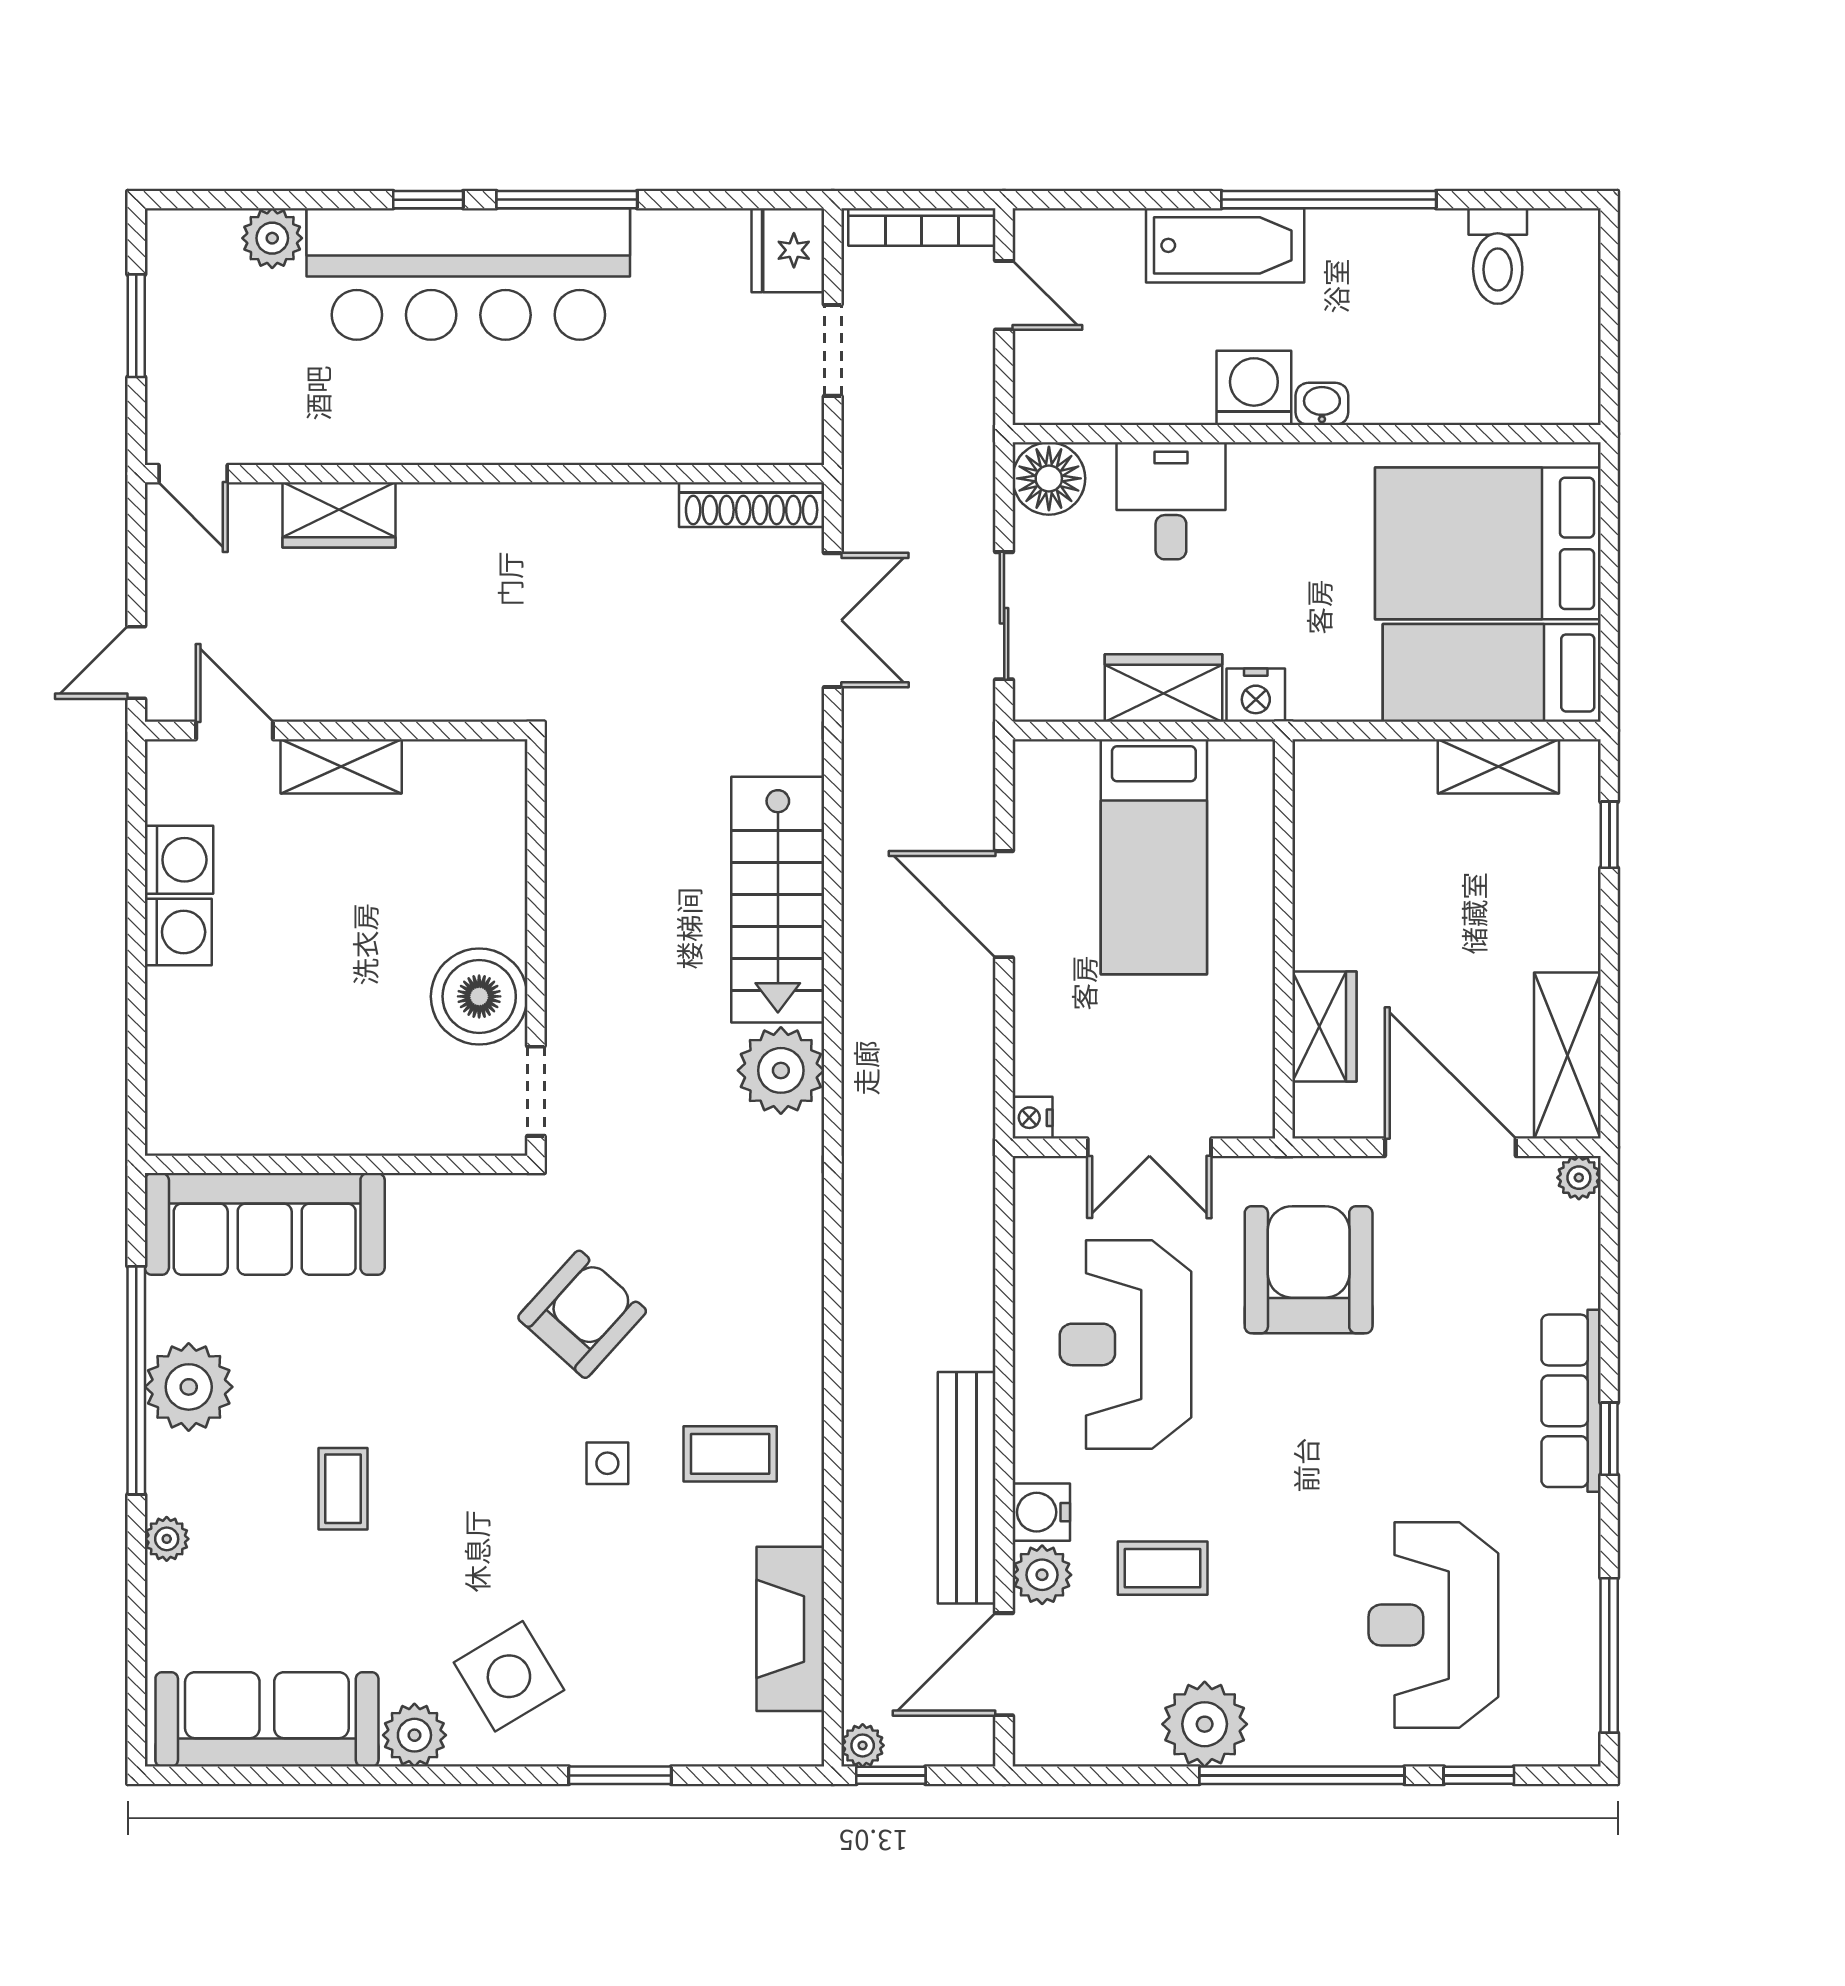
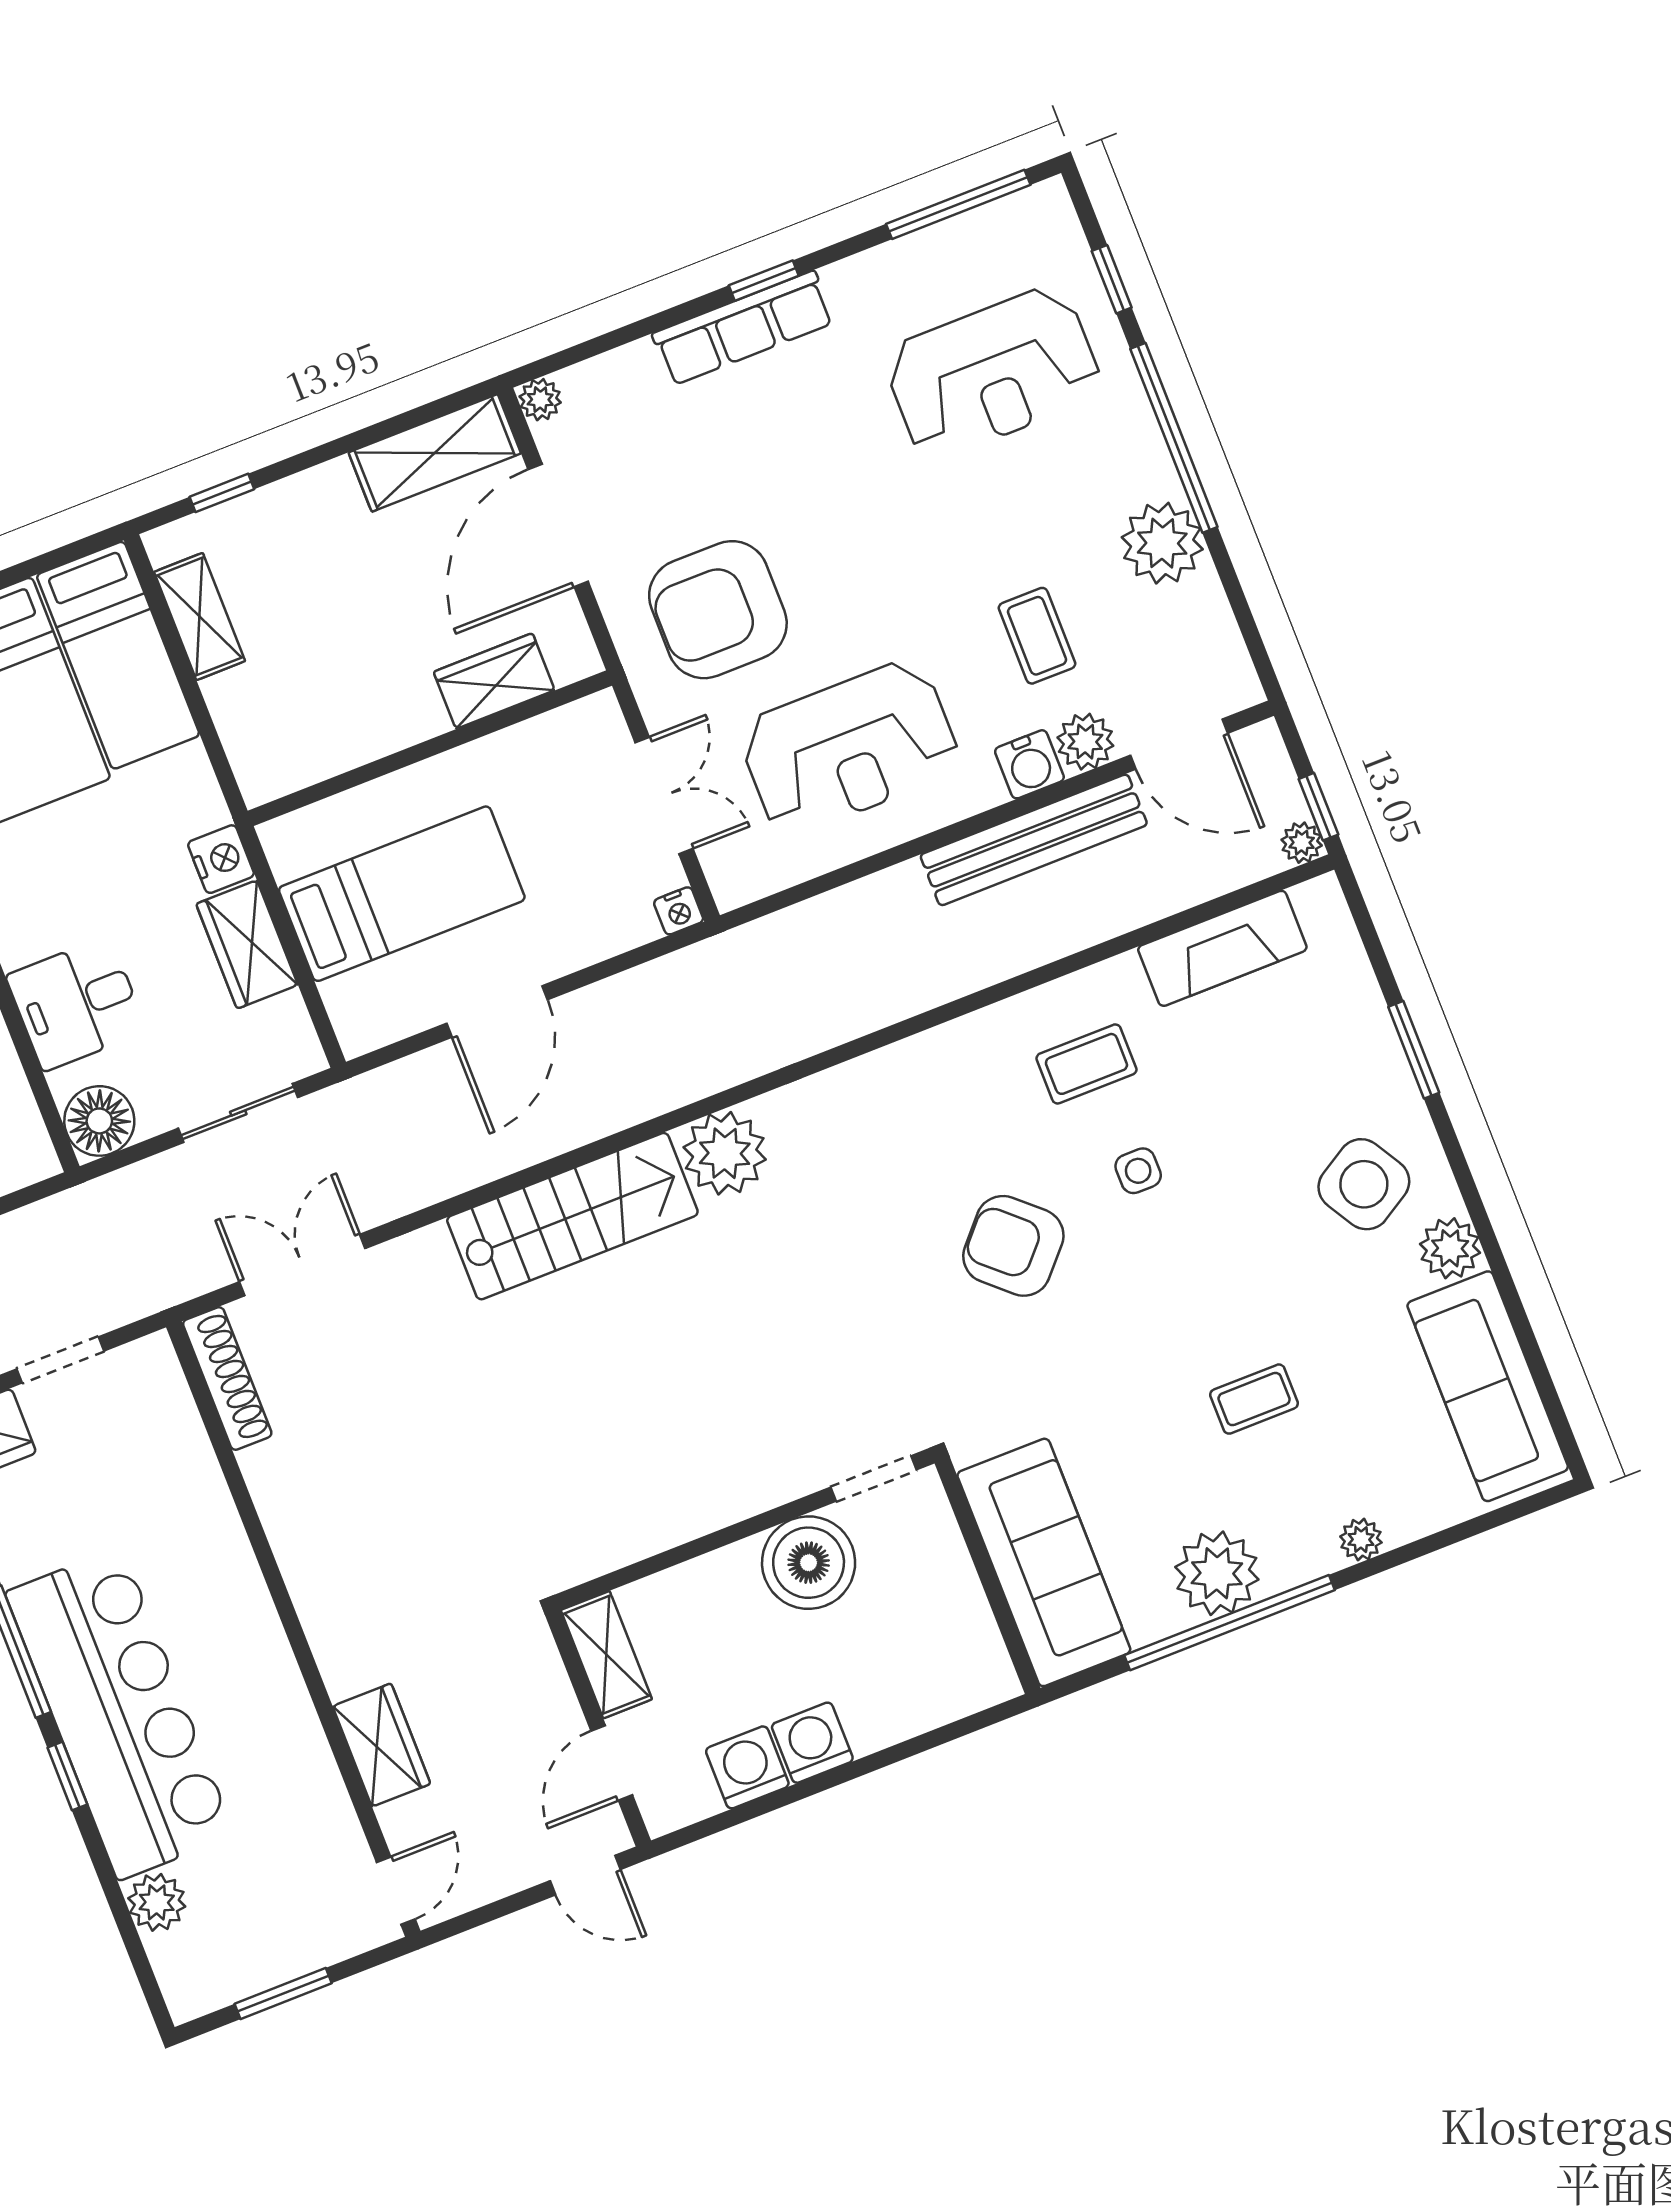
wall: (536, 947) -> (745, 1529), moved
boiler: (479, 996) -> (809, 1563), moved
doorway: (536, 1091) -> (874, 1479), moved
coffee table: (730, 1454) -> (1086, 1064), turned 90

